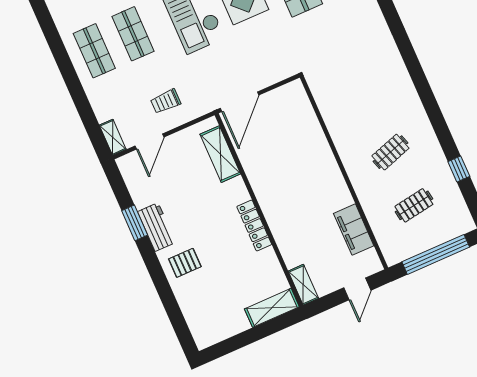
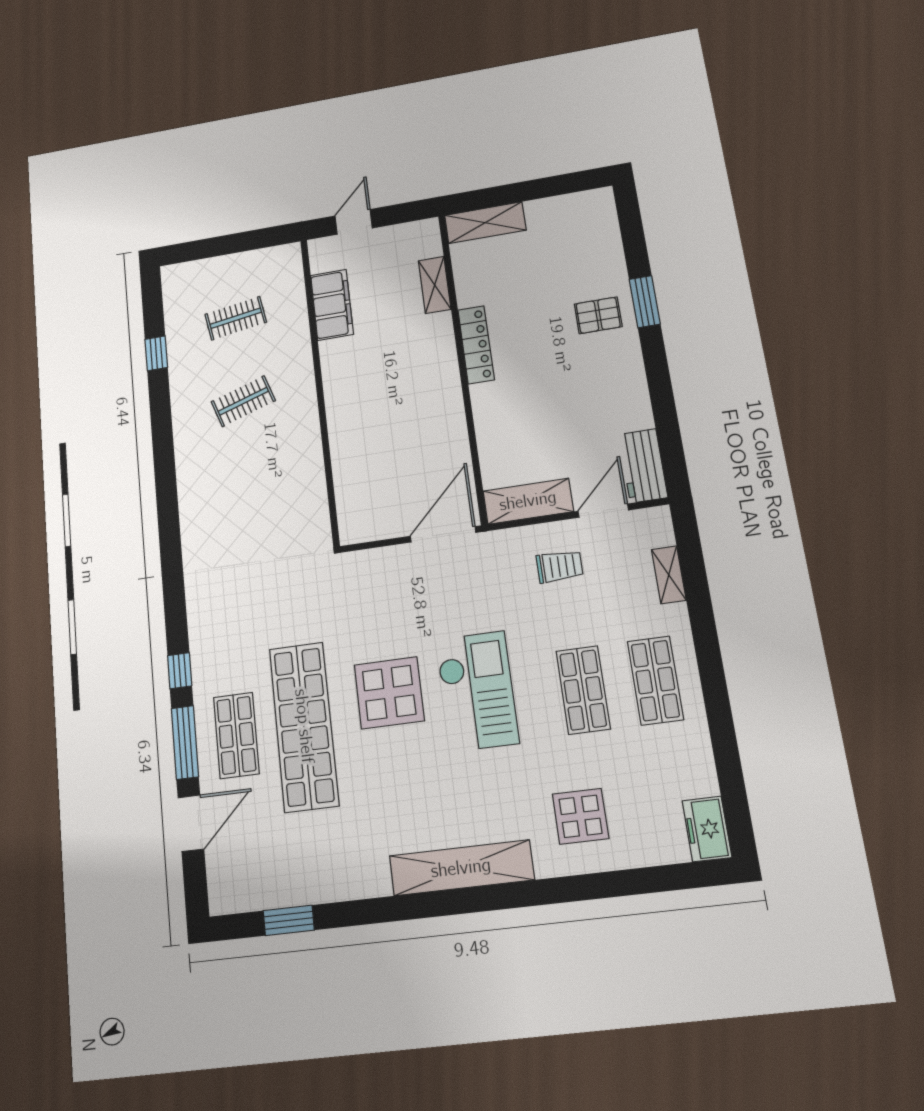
shelving: (113, 137) -> (669, 575), moved
shelving: (220, 154) -> (528, 501), moved, turned 90
window: (135, 223) -> (645, 302), moved
workbench: (157, 227) -> (643, 466), moved
window: (436, 254) -> (229, 244), removed
shelving: (303, 285) -> (435, 285), moved

